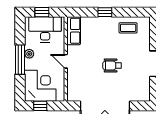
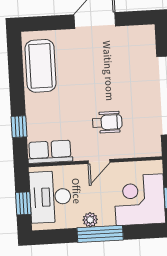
window: (105, 12) -> (19, 127), moved
coffee table: (128, 28) -> (41, 66), width x1.86, depth x1.72
wheelchair: (112, 66) -> (107, 122), moved, turned -90

